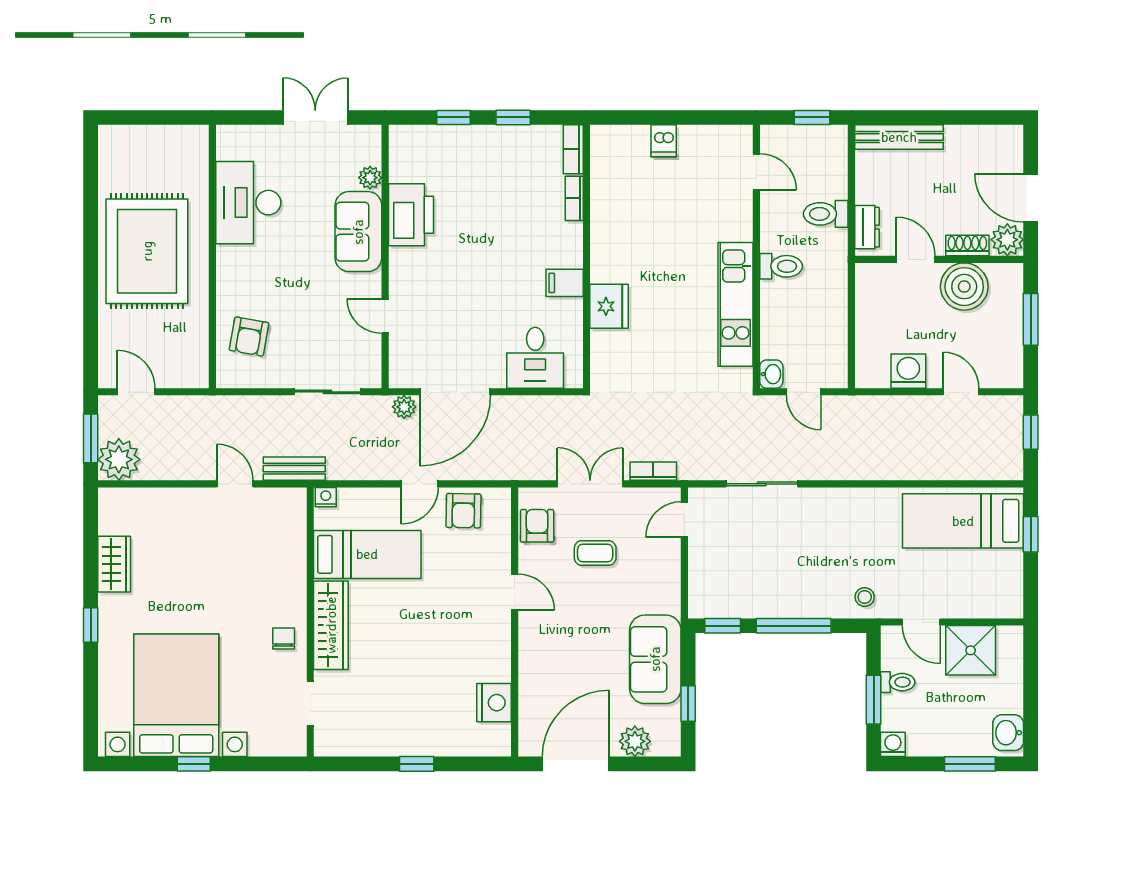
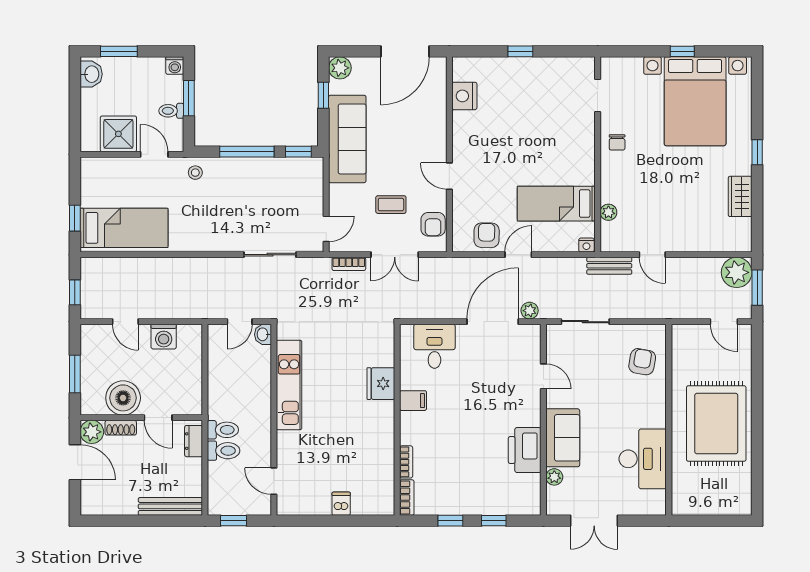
toilet: (781, 266) -> (223, 430), moved, turned 180
door: (804, 392) -> (240, 322), swing flipped
plant: (295, 542) -> (608, 212), added
wardrobe: (331, 625) -> (583, 152), removed
sofa: (655, 659) -> (347, 139), width x1.36
plant: (635, 741) -> (340, 68), moved

